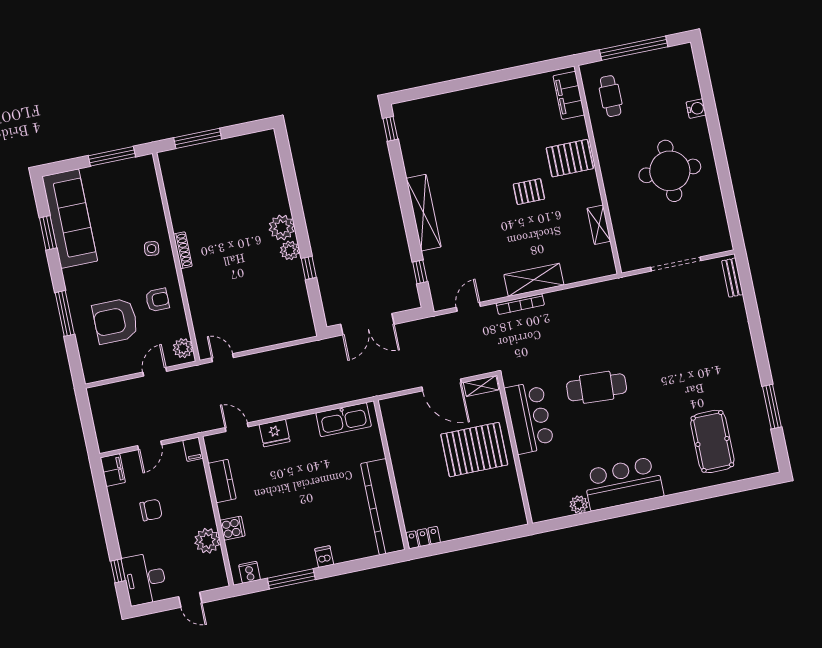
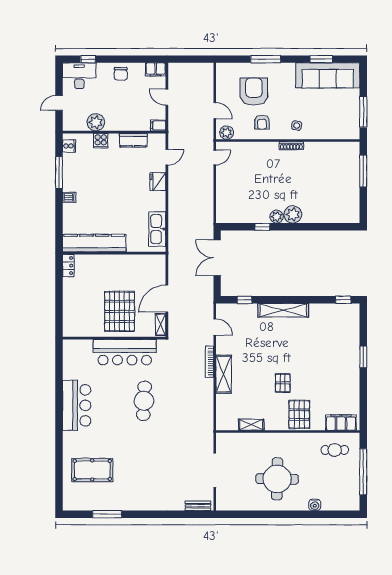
window: (467, 83) -> (363, 357), added
bar counter: (529, 418) -> (125, 352), width x1.36
plant: (579, 505) -> (69, 373), removed
chair: (151, 510) -> (121, 74), moved

